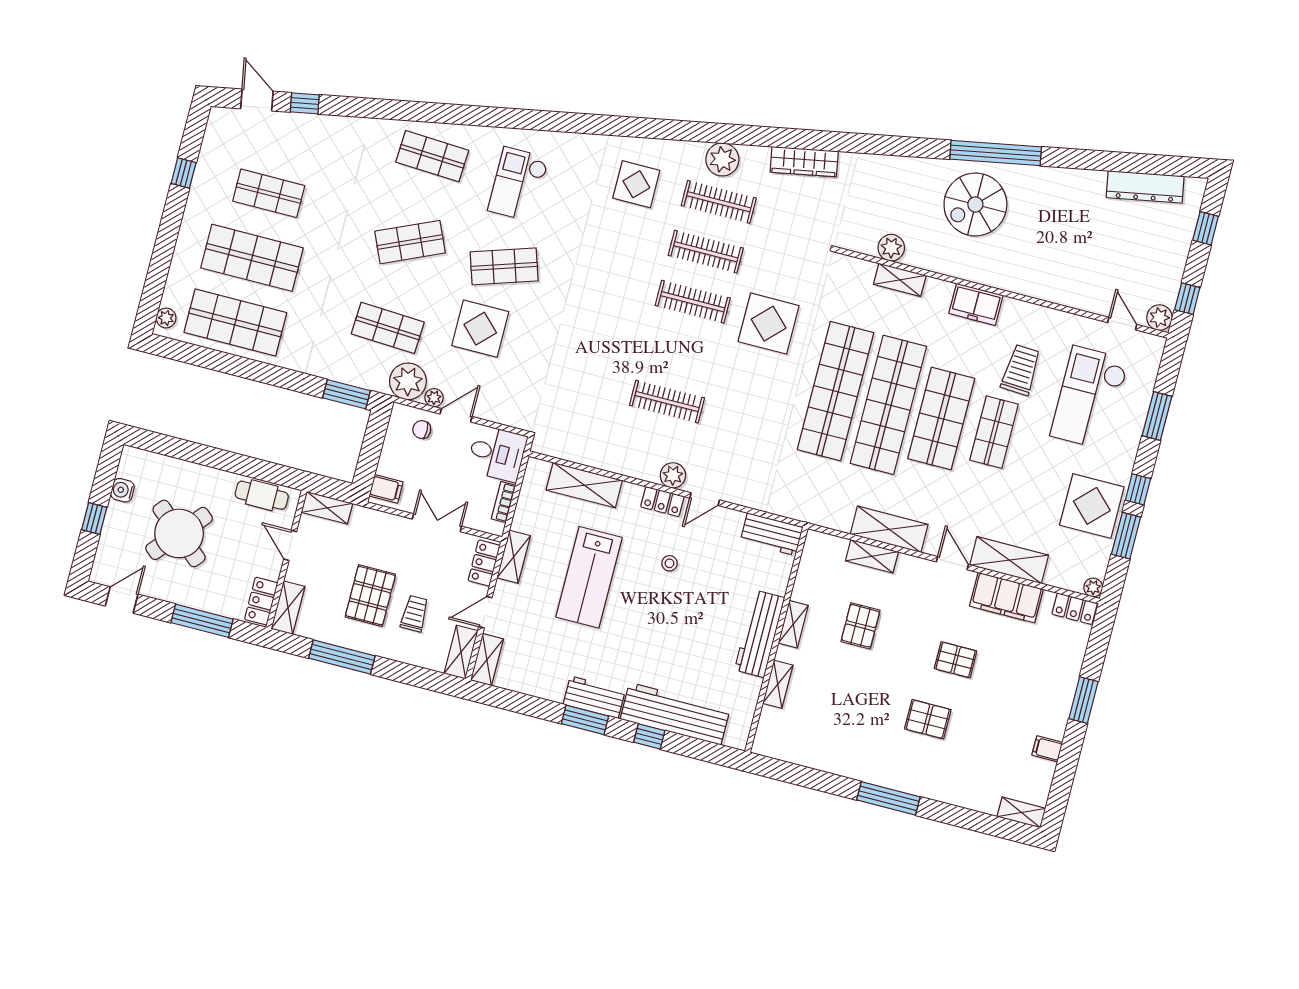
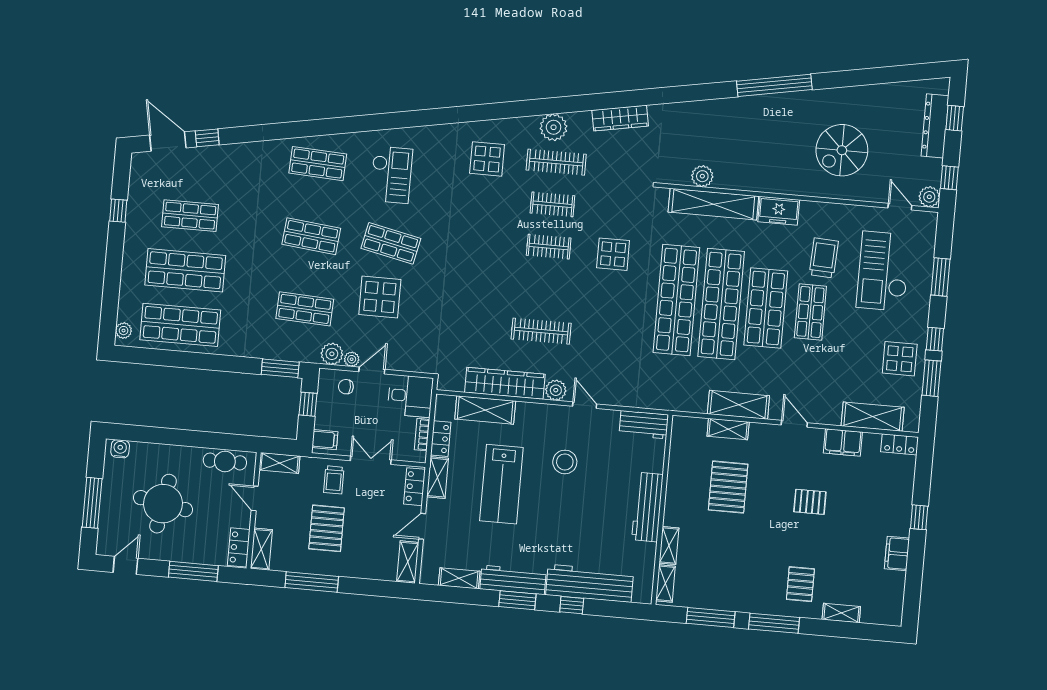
door: (257, 100) -> (168, 142), width x1.37
checkout: (518, 184) -> (391, 175), turned 180
dresser: (1145, 187) -> (935, 126), moved, turned 100
spiral stairs: (975, 204) -> (842, 150), moved
shop shelf: (410, 242) -> (311, 236), turned 30
clothes rail: (706, 252) -> (552, 204), width x0.73
shop shelf: (504, 266) -> (391, 243), turned 30
shelving: (900, 280) -> (713, 204), width x2.20, depth x1.33
clothes rail: (693, 302) -> (549, 247), width x0.73
display table: (769, 324) -> (613, 254), width x0.73, depth x0.73
plant: (408, 381) -> (332, 354), width x0.73, depth x0.73
window: (373, 443) -> (308, 404), added
wardrobe: (613, 457) -> (505, 383), added
water cooler: (122, 490) -> (120, 449), moved, turned 90
door: (705, 499) -> (585, 405), swing flipped
locker: (662, 502) -> (441, 439), moved, turned -90
display table: (1092, 506) -> (900, 359), width x0.73, depth x0.73
window: (94, 518) -> (92, 503), width x2.17
round table: (179, 533) -> (163, 504), turned -31
shelving: (1009, 560) -> (873, 417), moved
stool: (670, 563) -> (565, 462), width x1.89, depth x1.89
plant: (1093, 587) -> (912, 425), removed
filing cabinet: (1006, 598) -> (843, 442), width x0.67, depth x0.86
trolley: (415, 614) -> (334, 480), moved, turned 180
shelving: (793, 624) -> (665, 583), moved
pallet: (860, 626) -> (728, 487), width x1.50, depth x1.42
shelving: (487, 660) -> (459, 578), moved, turned 90
workbench: (594, 697) -> (513, 580), width x1.38
window: (1084, 700) -> (919, 517), width x0.67
pallet: (928, 719) -> (800, 584), moved, turned 90
filing cabinet: (1047, 749) -> (897, 553), width x2.00
window: (814, 779) -> (711, 618), added
shelving: (1021, 812) -> (841, 613), moved

